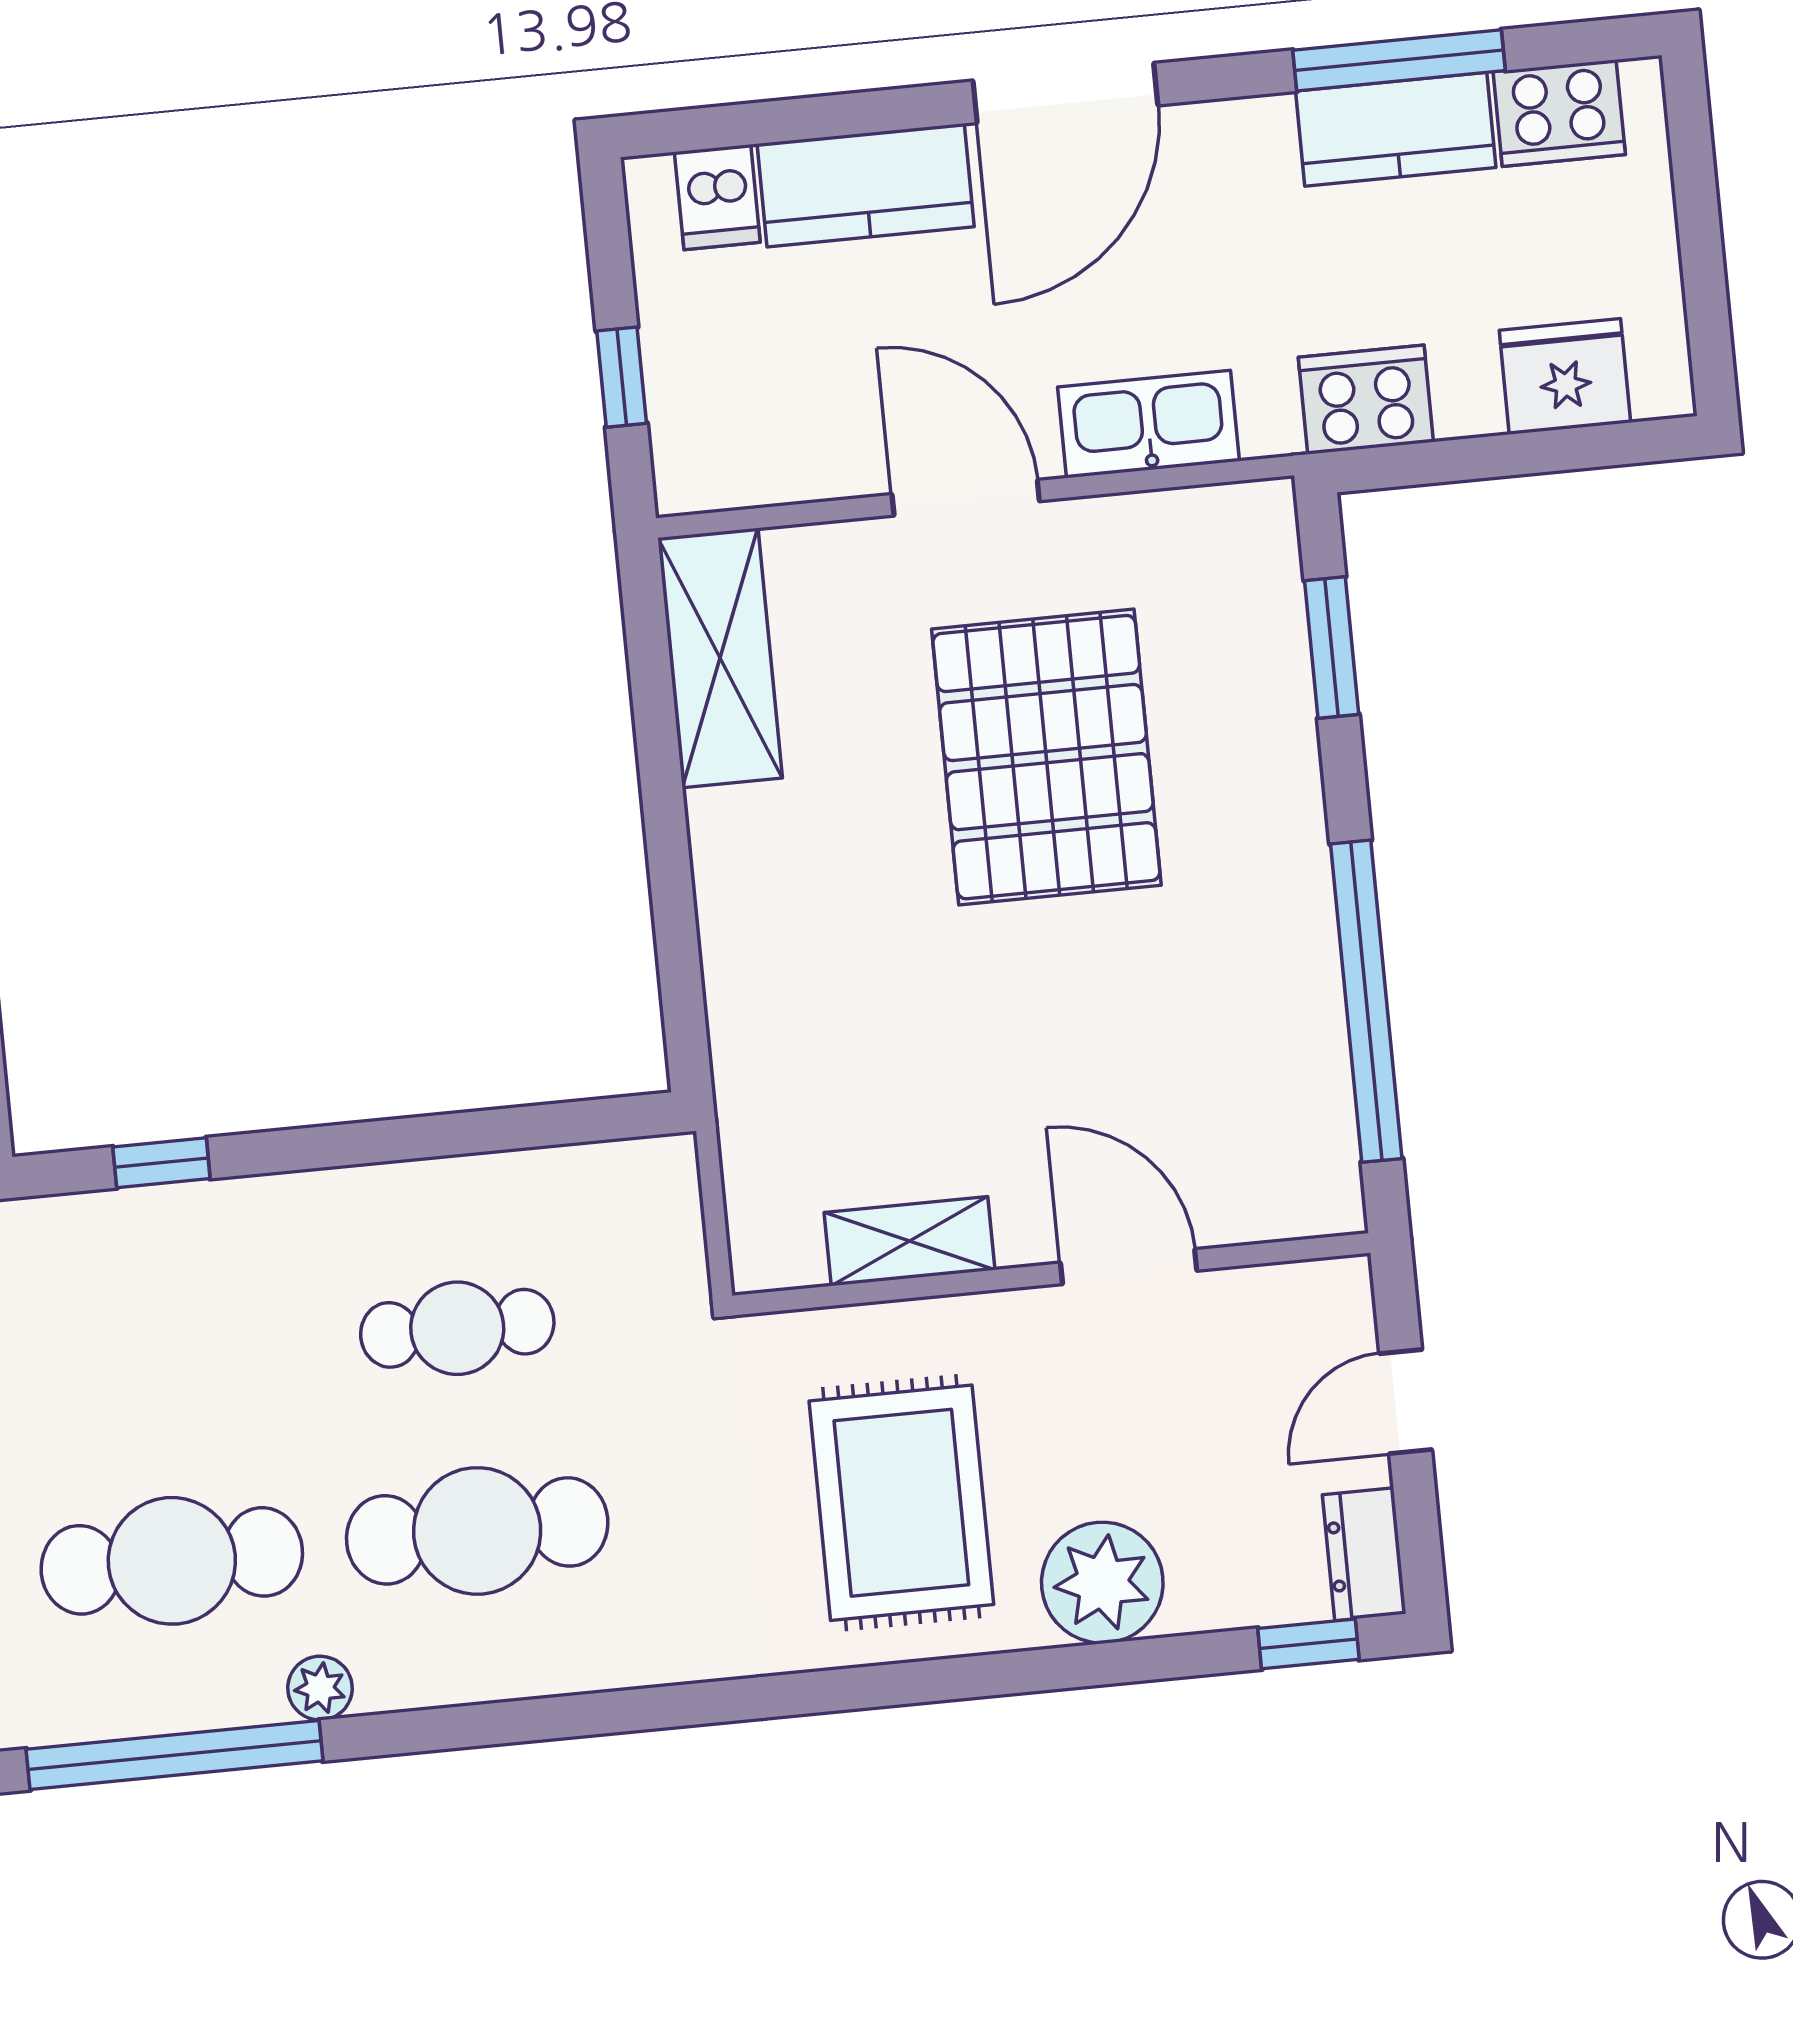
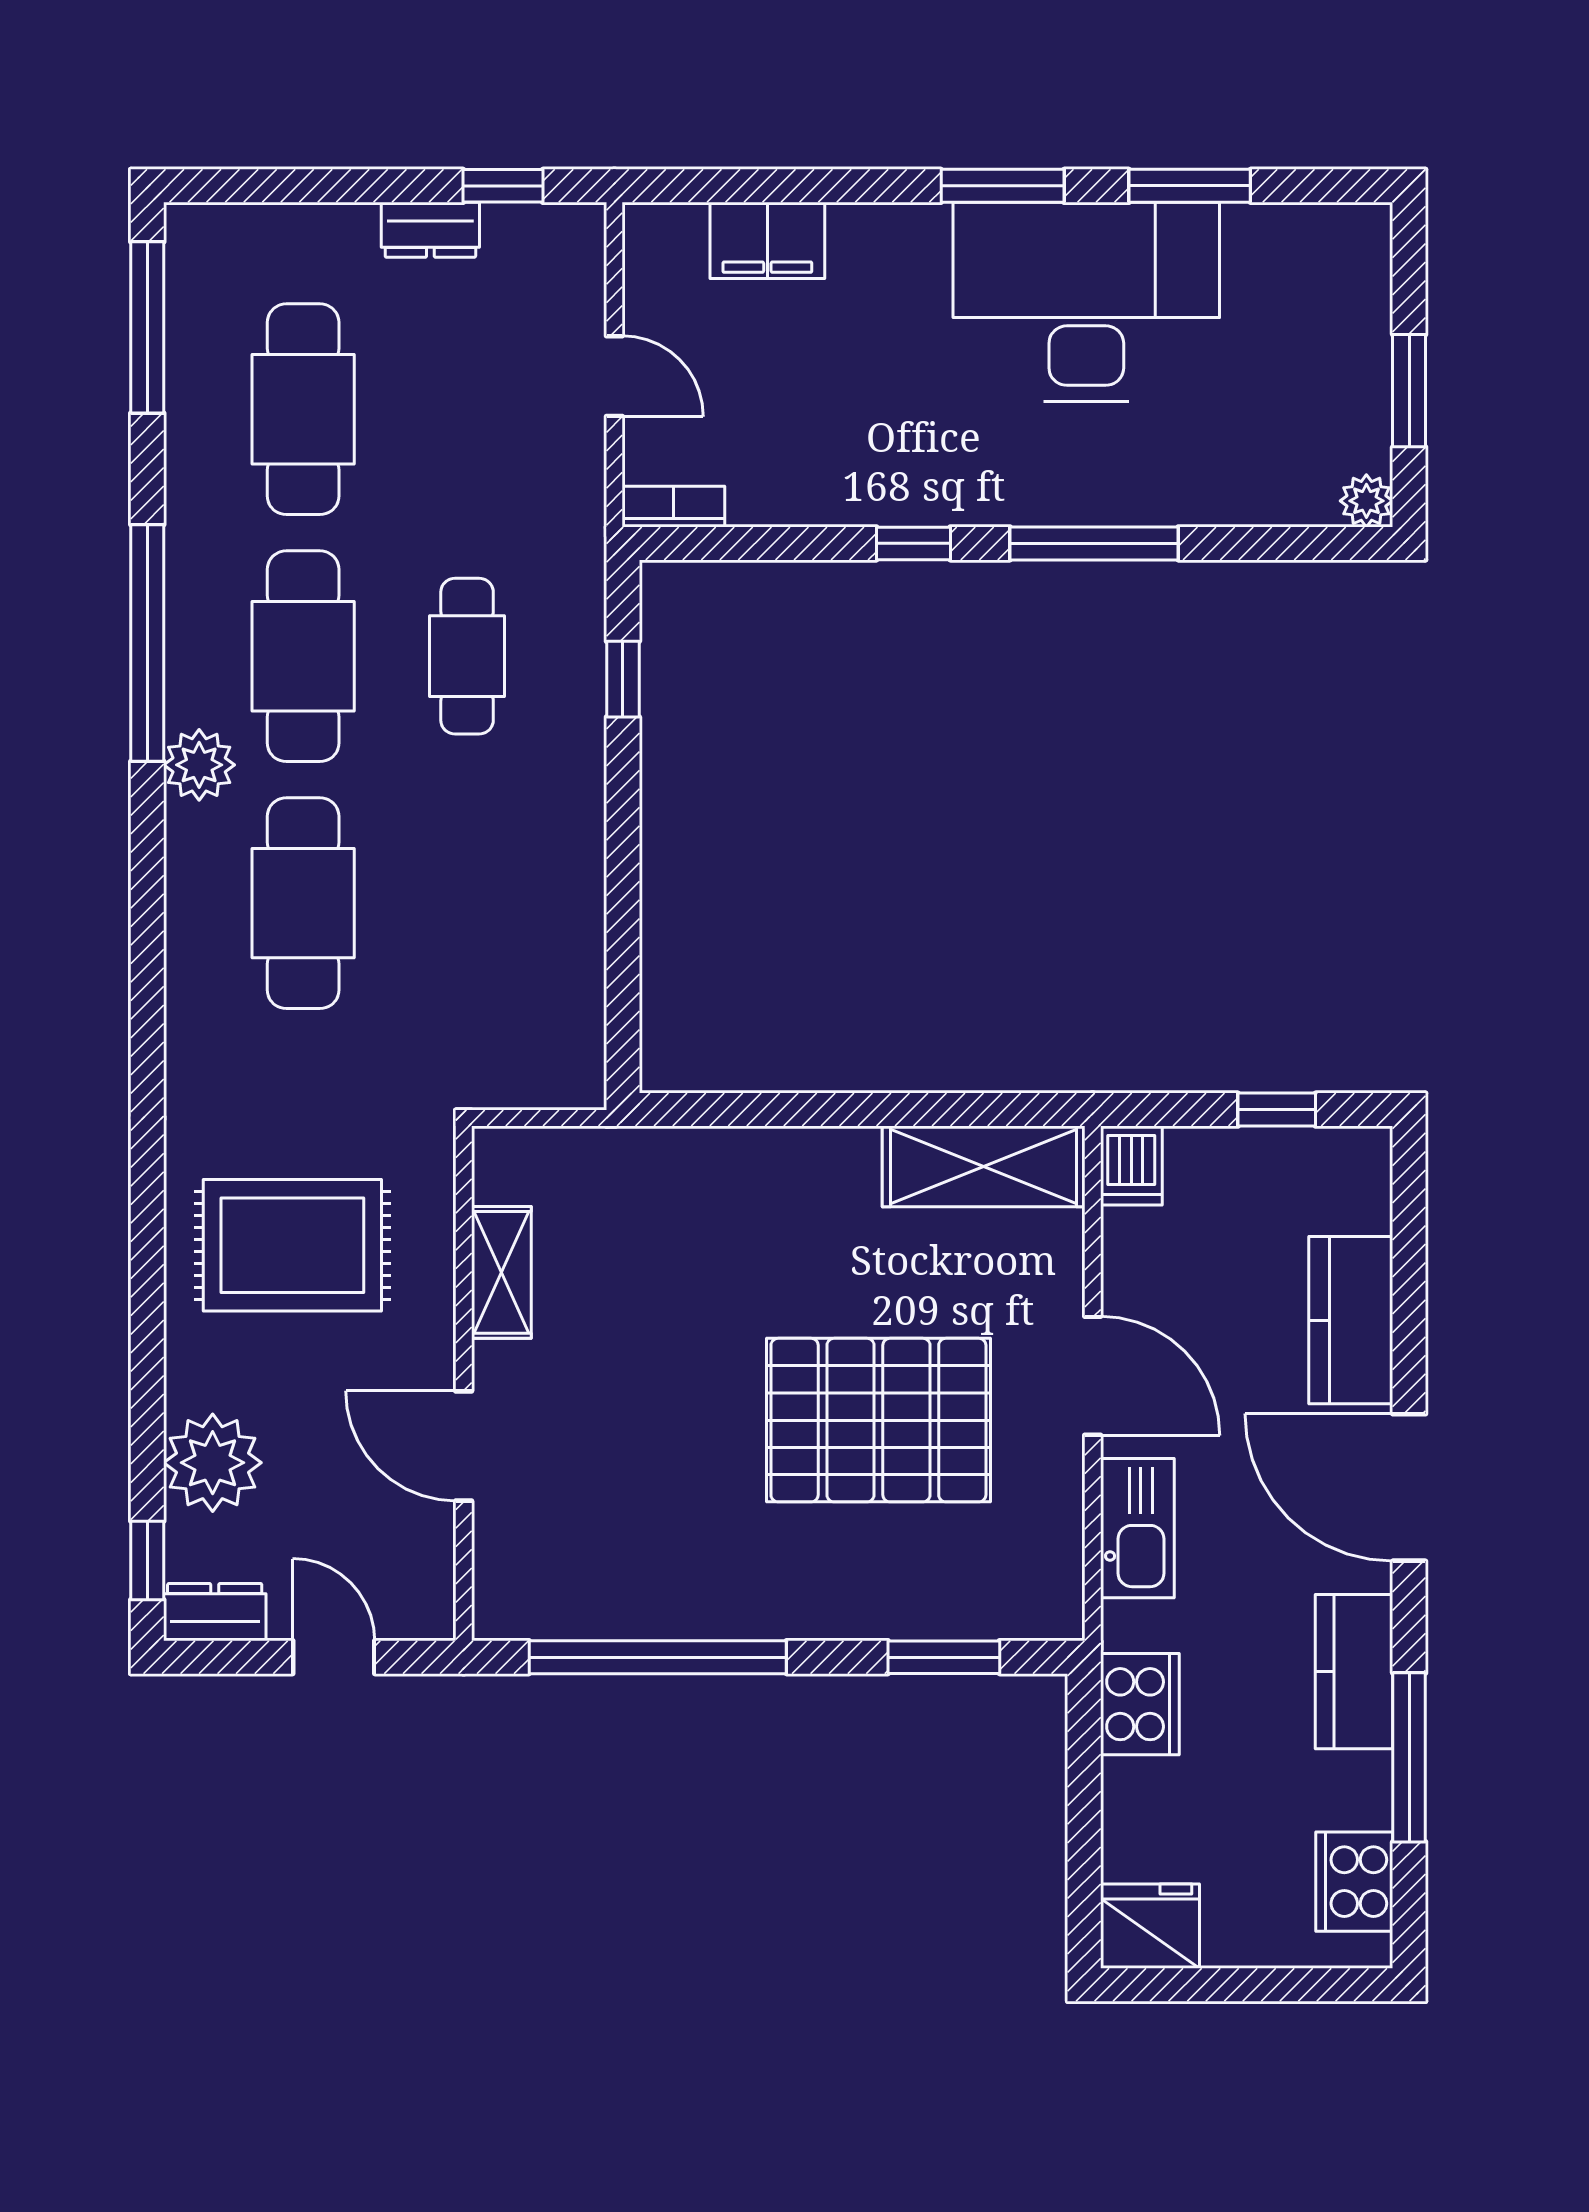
kitchen counter: (1396, 129) -> (1354, 1672), moved
dishwasher: (717, 197) -> (1131, 1166), moved, turned -90
fridge: (1565, 376) -> (1150, 1926), moved, turned -90
window: (622, 377) -> (1277, 1110), moved
door: (966, 498) -> (1093, 1376), hinge flipped
door: (1129, 1267) -> (464, 1446), swing flipped
cafe table: (457, 1328) -> (467, 656), moved
plant: (1102, 1583) -> (213, 1463), moved
plant: (320, 1688) -> (199, 765), width x1.38, depth x1.38

